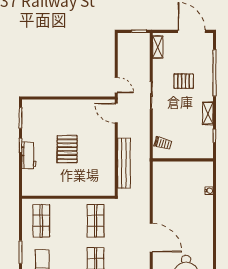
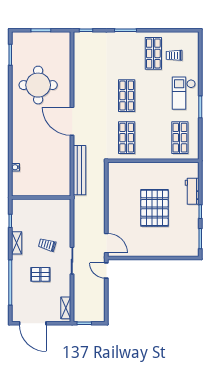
trolley: (163, 143) -> (47, 245), moved
pallet: (67, 149) -> (154, 208), width x1.37, depth x1.41
workbench: (29, 155) -> (192, 191), moved
bench: (124, 163) -> (80, 170), moved

